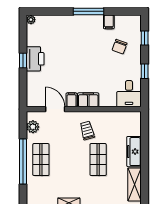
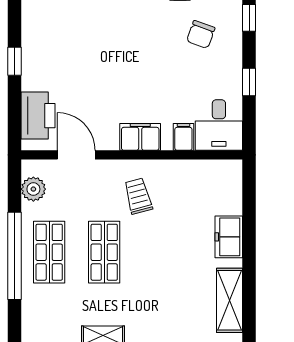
printer: (35, 59) -> (38, 116), moved
filing cabinet: (71, 100) -> (183, 137), moved
freezer: (134, 152) -> (229, 237), width x0.71
shop shelf: (98, 160) -> (104, 252), moved

